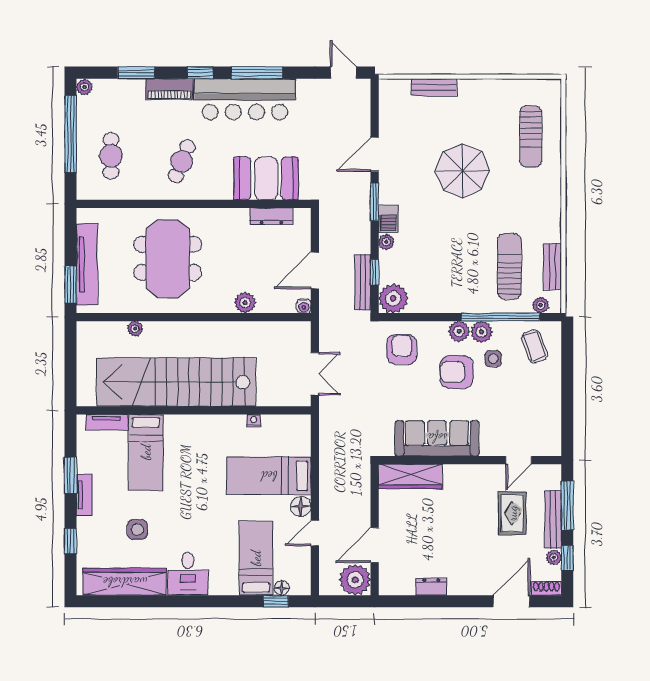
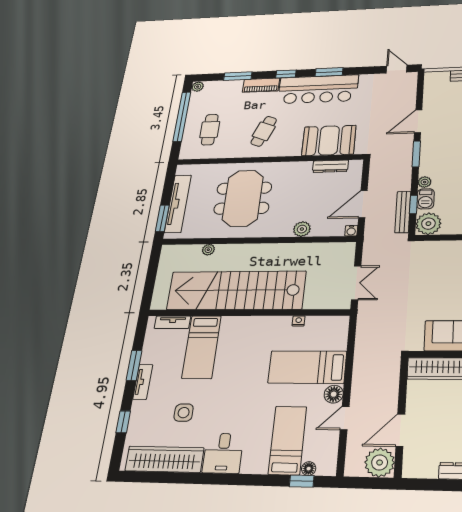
window: (257, 73) -> (329, 72), width x0.69
barbecue: (388, 219) -> (425, 199), moved
armchair: (402, 349) -> (434, 263), removed

